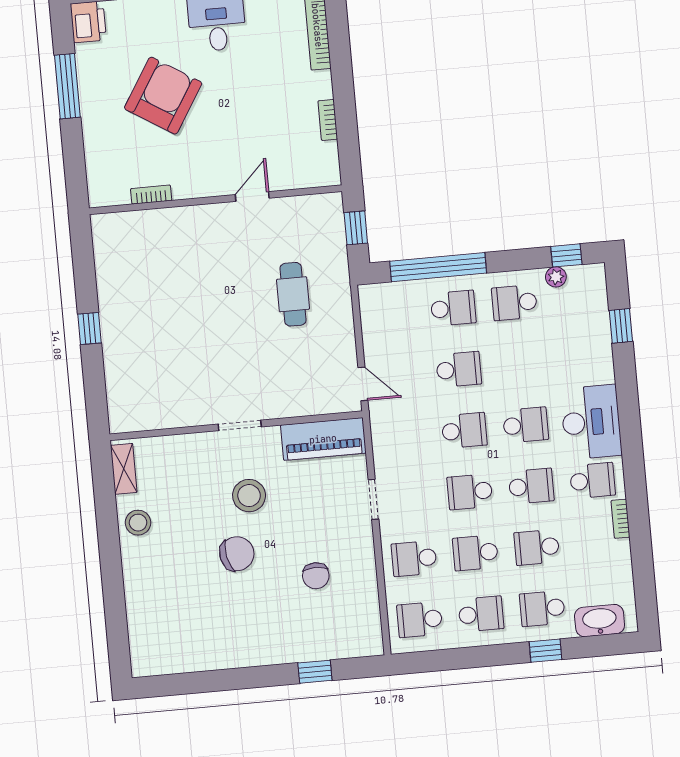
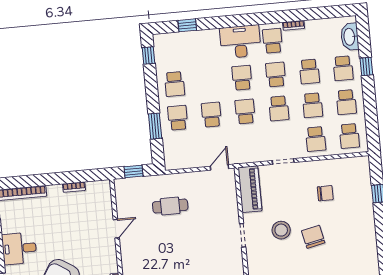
door: (252, 196) -> (116, 229), swing flipped
window: (438, 267) -> (155, 126), width x0.47
plant: (556, 277) -> (160, 61), removed
school desk: (481, 614) -> (346, 102), turned 180

